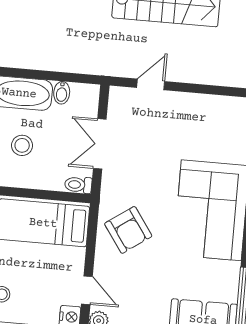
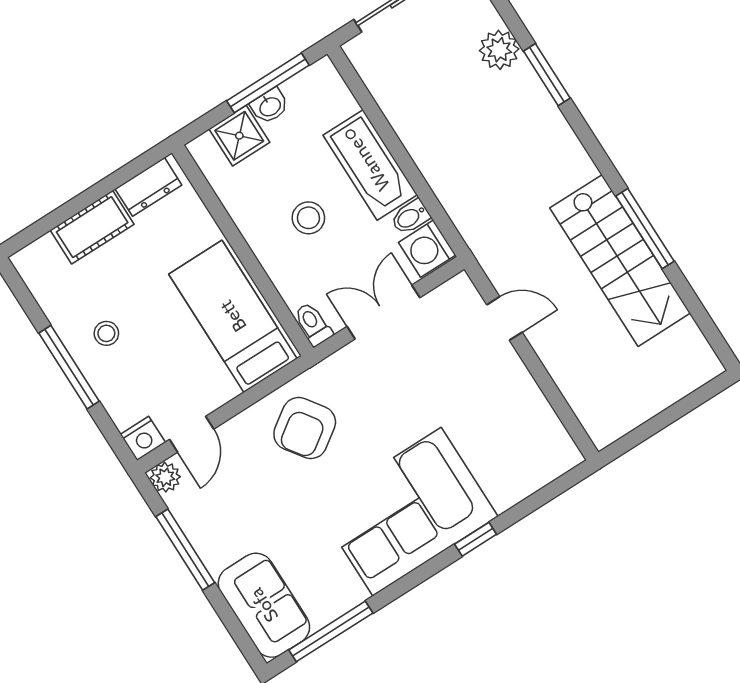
washing machine: (84, 97) -> (427, 249), added

